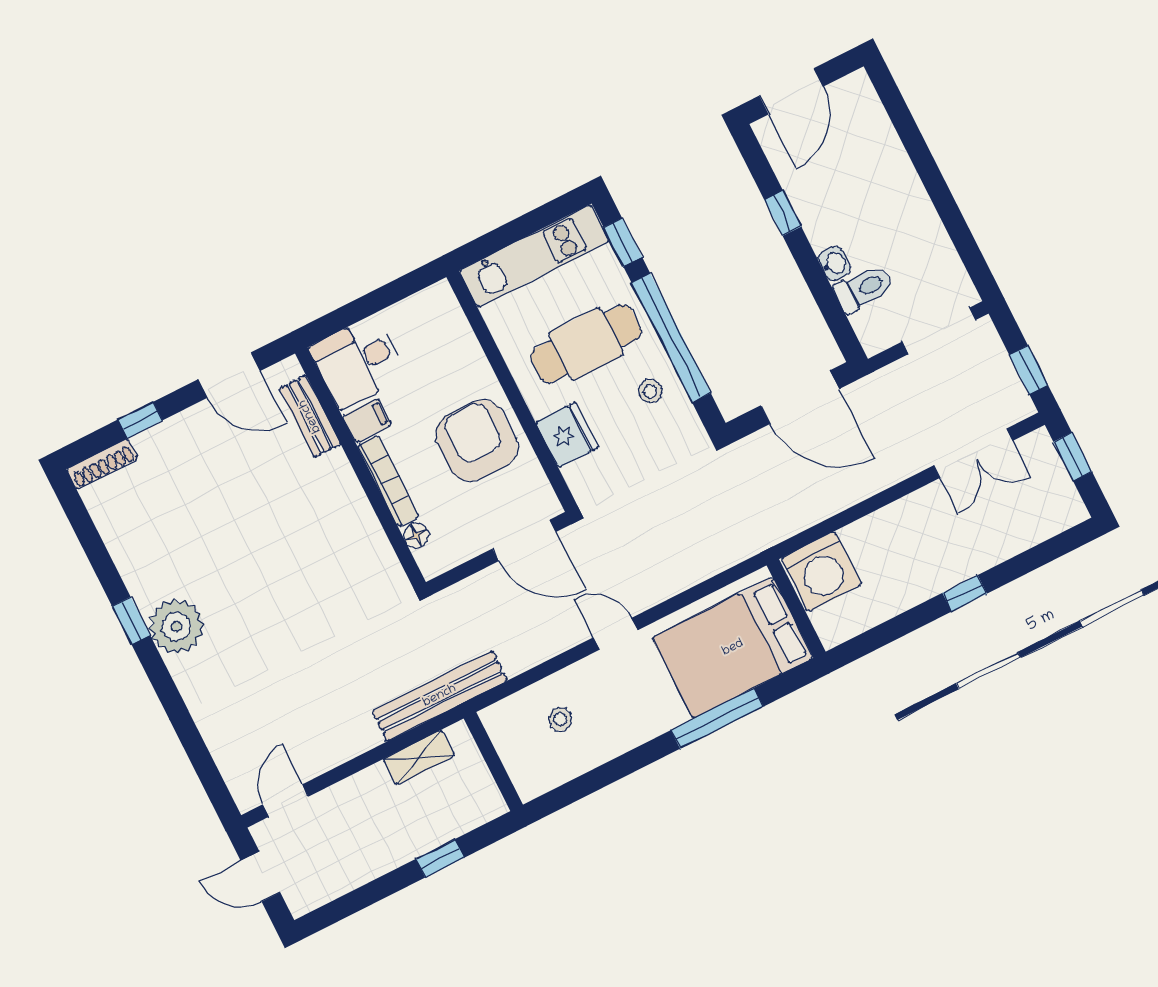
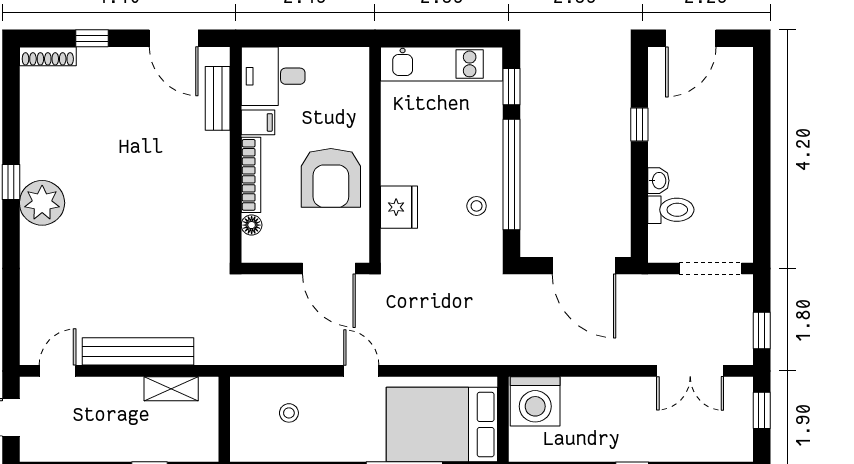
cafe table: (586, 344) -> (447, 147), removed
armchair: (477, 441) -> (331, 178), turned 180
bench: (440, 696) -> (138, 351), moved

